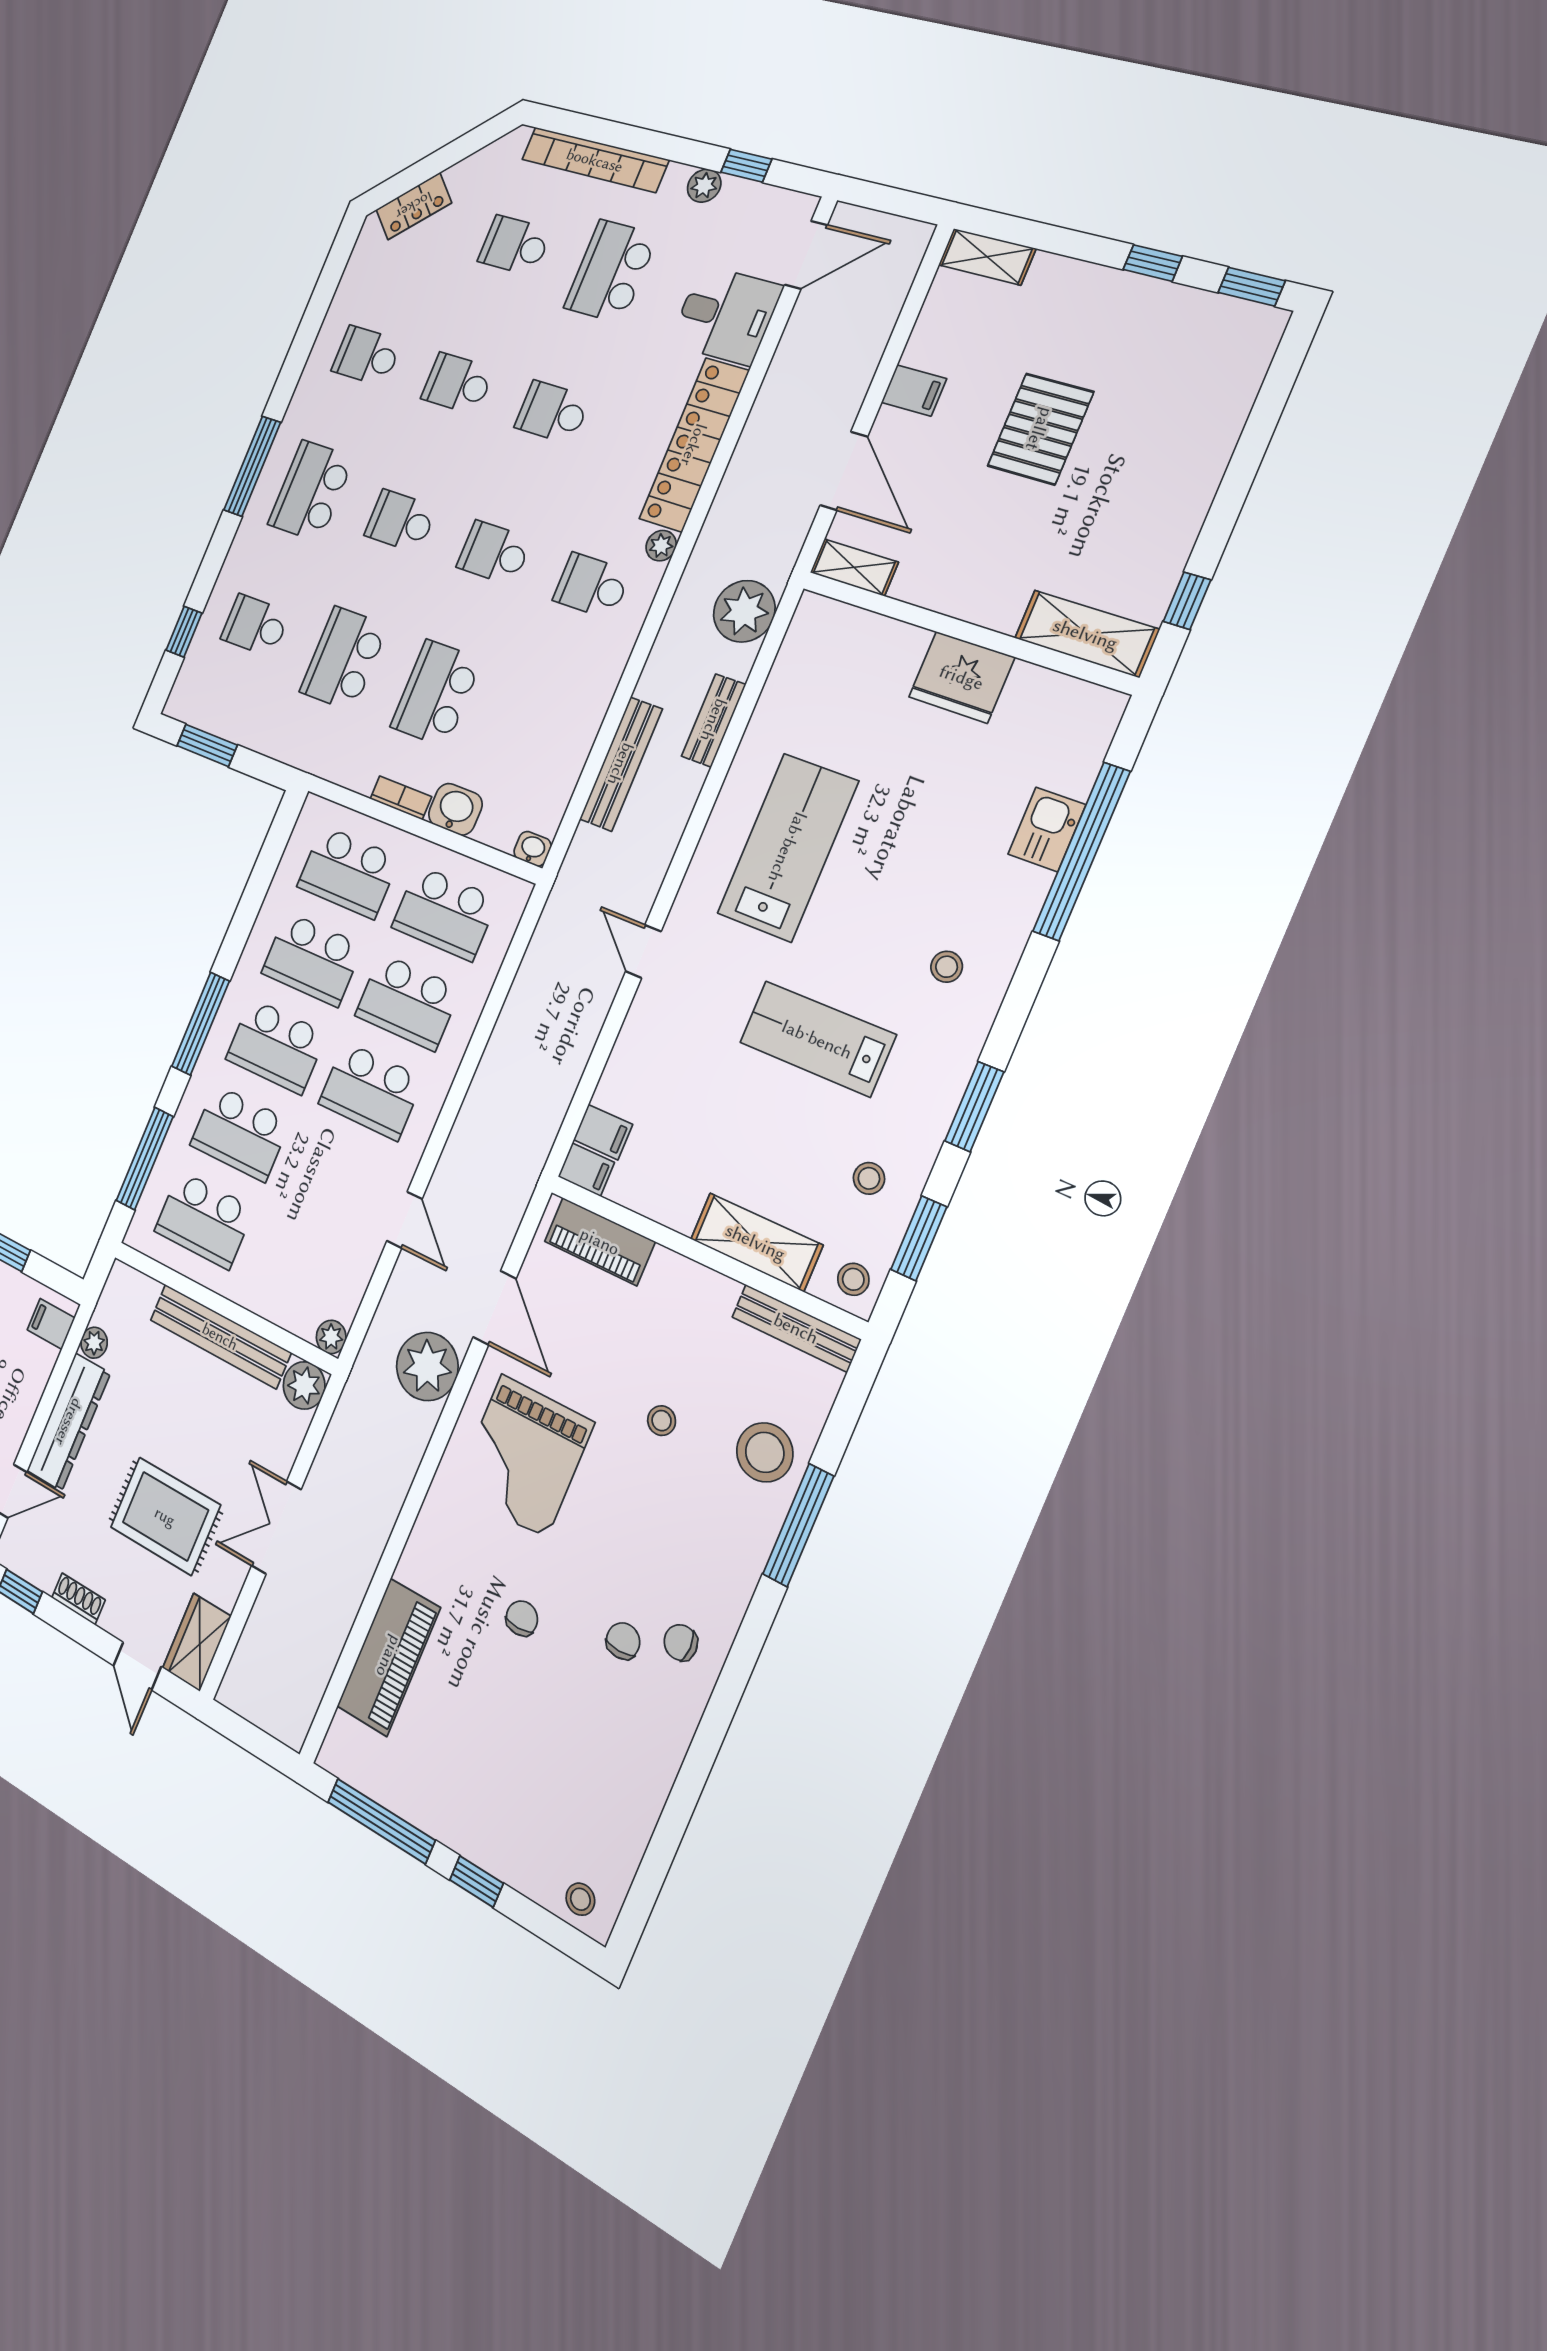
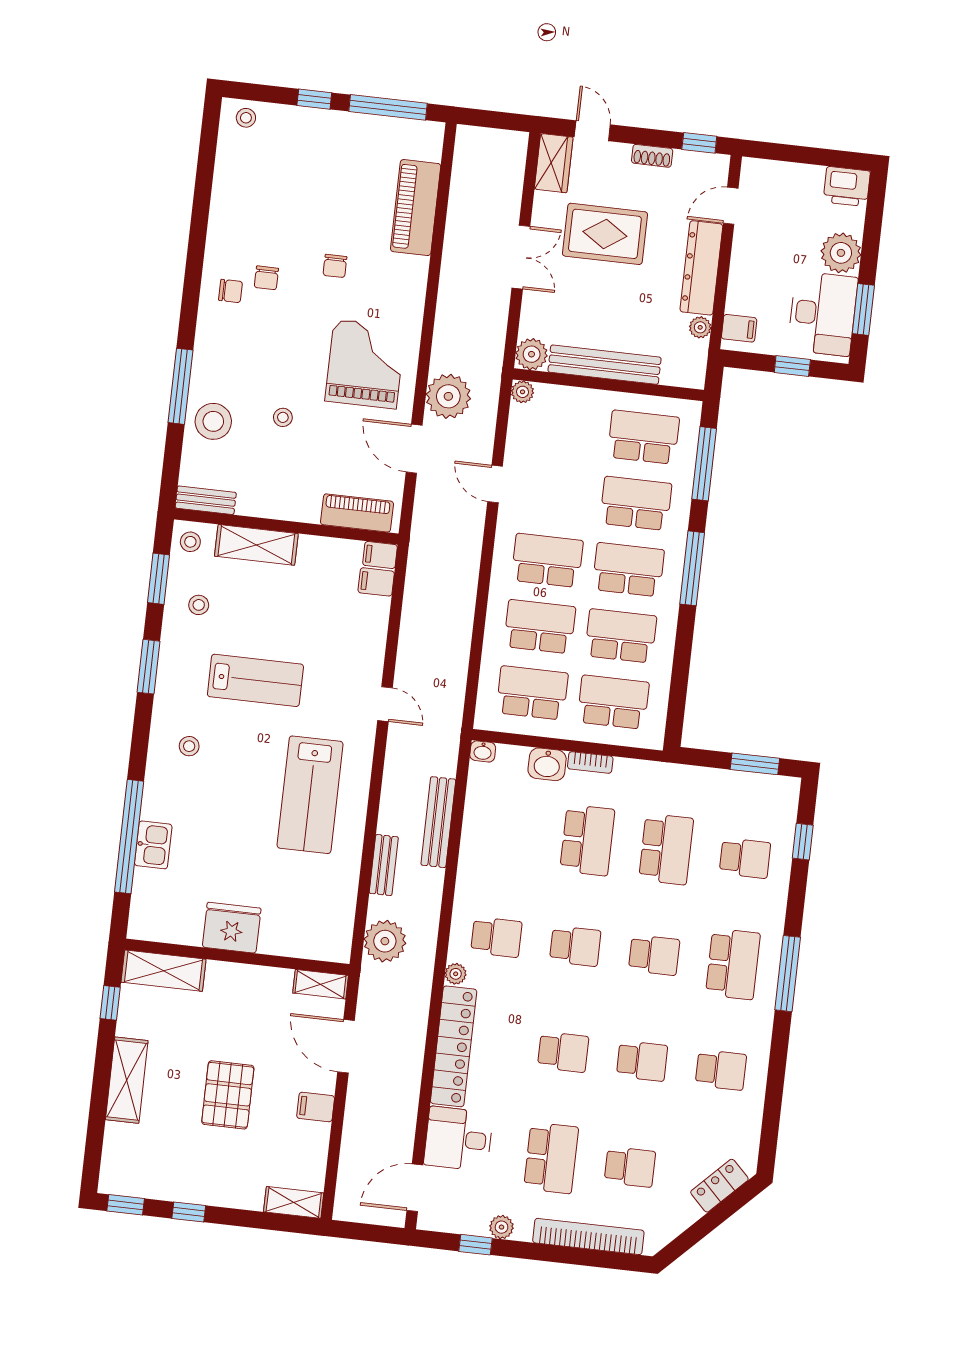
shelving: (1194, 477) -> (127, 1080), added
bench: (796, 1328) -> (206, 500), width x0.73

